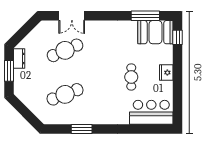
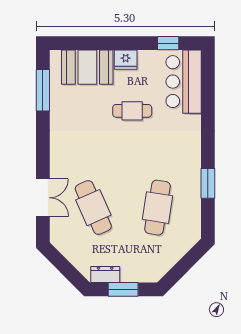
booth: (155, 32) -> (87, 67), moved, turned 90
window: (178, 37) -> (168, 43), moved
cafe table: (65, 94) -> (157, 208), turned 30

